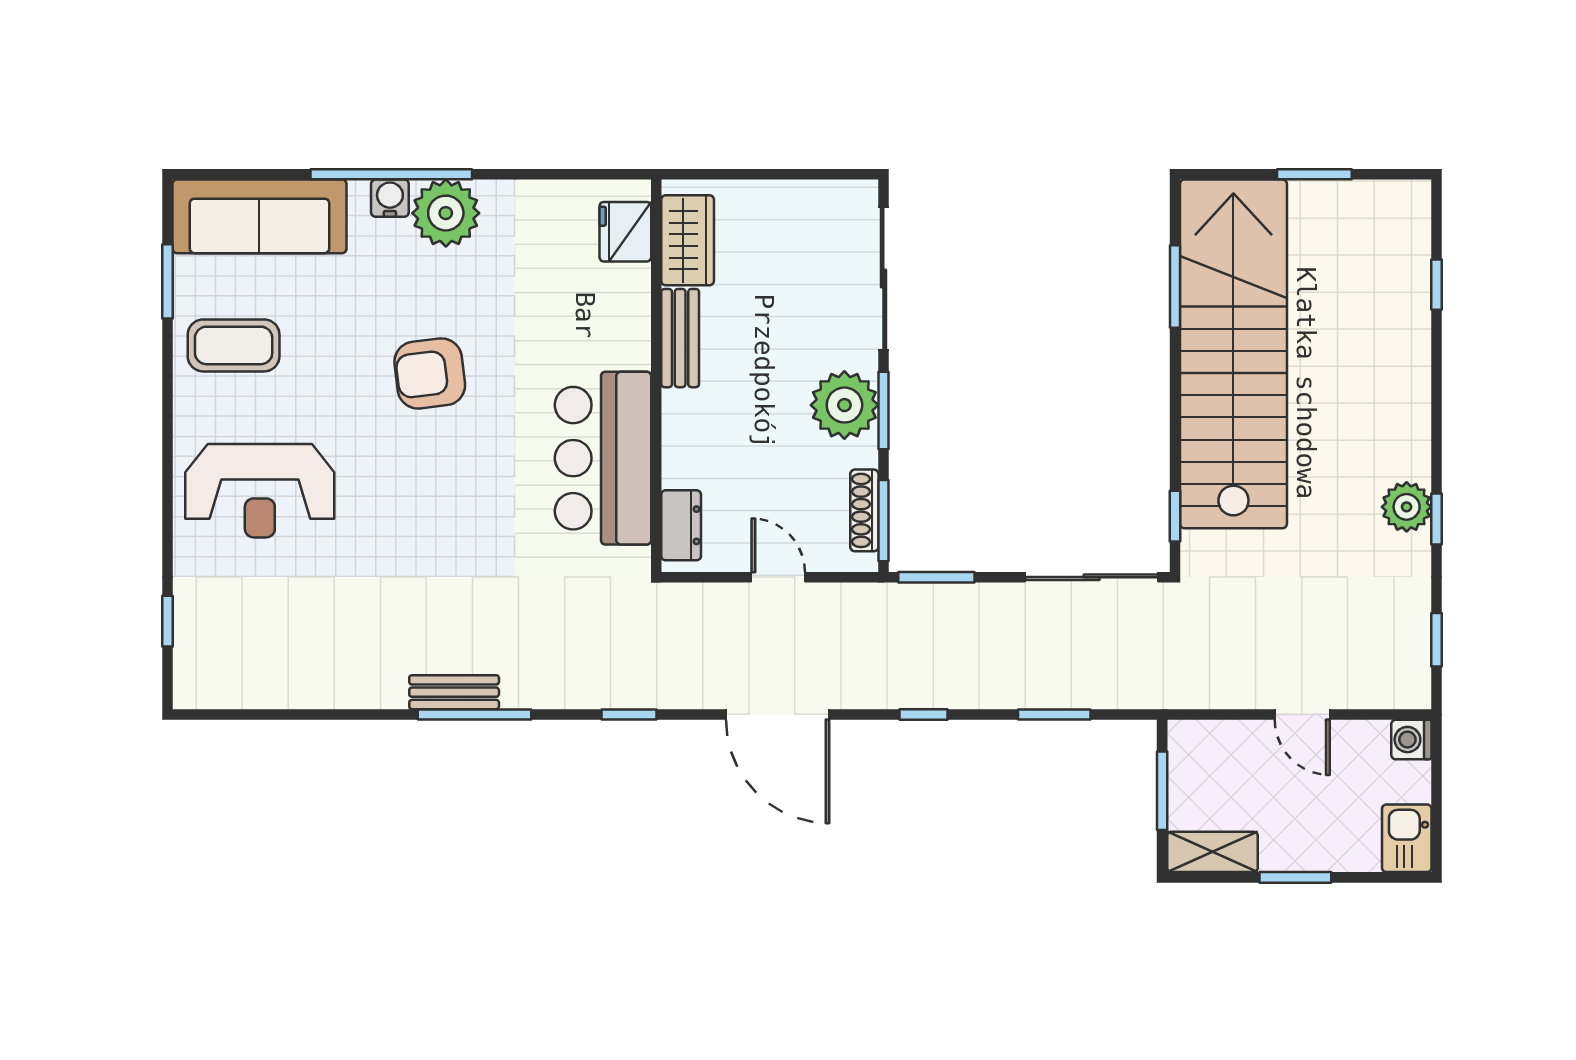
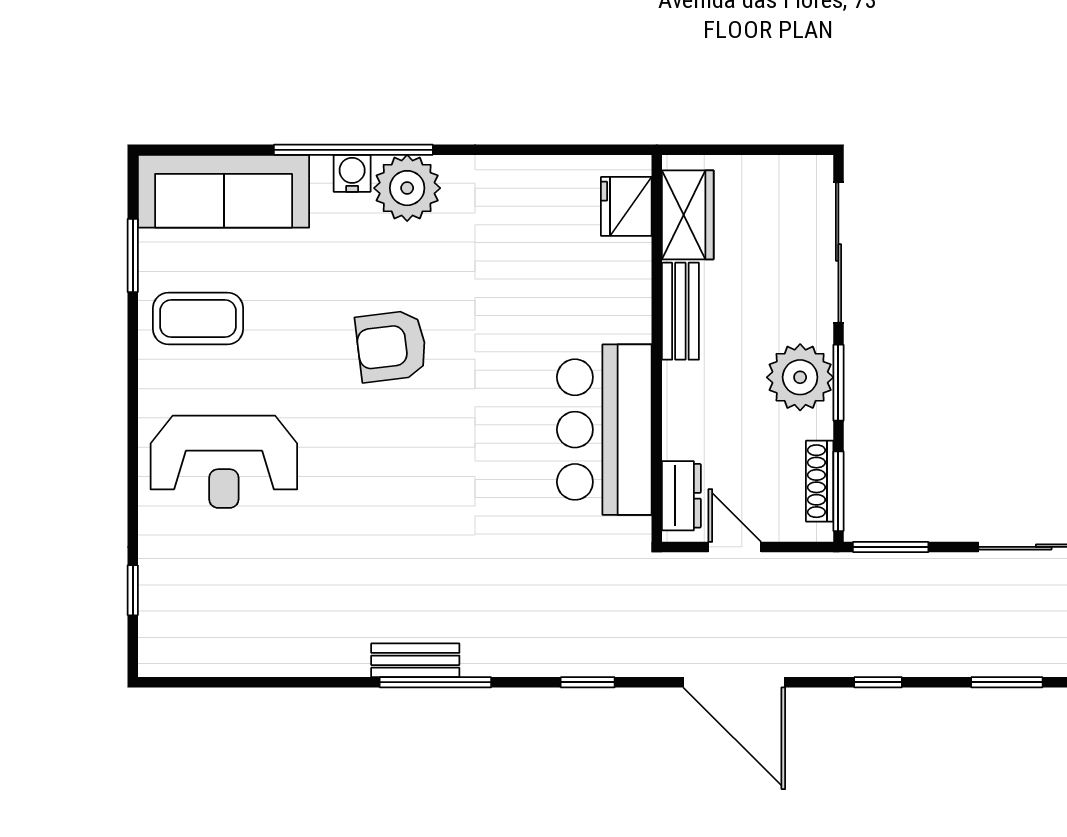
fridge: (625, 232) -> (626, 206), moved
wardrobe: (688, 240) -> (688, 215), moved
bench: (680, 338) -> (680, 311), moved
wall: (656, 376) -> (657, 348), moved
bar counter: (603, 458) -> (604, 430), moved
dresser: (681, 525) -> (681, 496), moved

